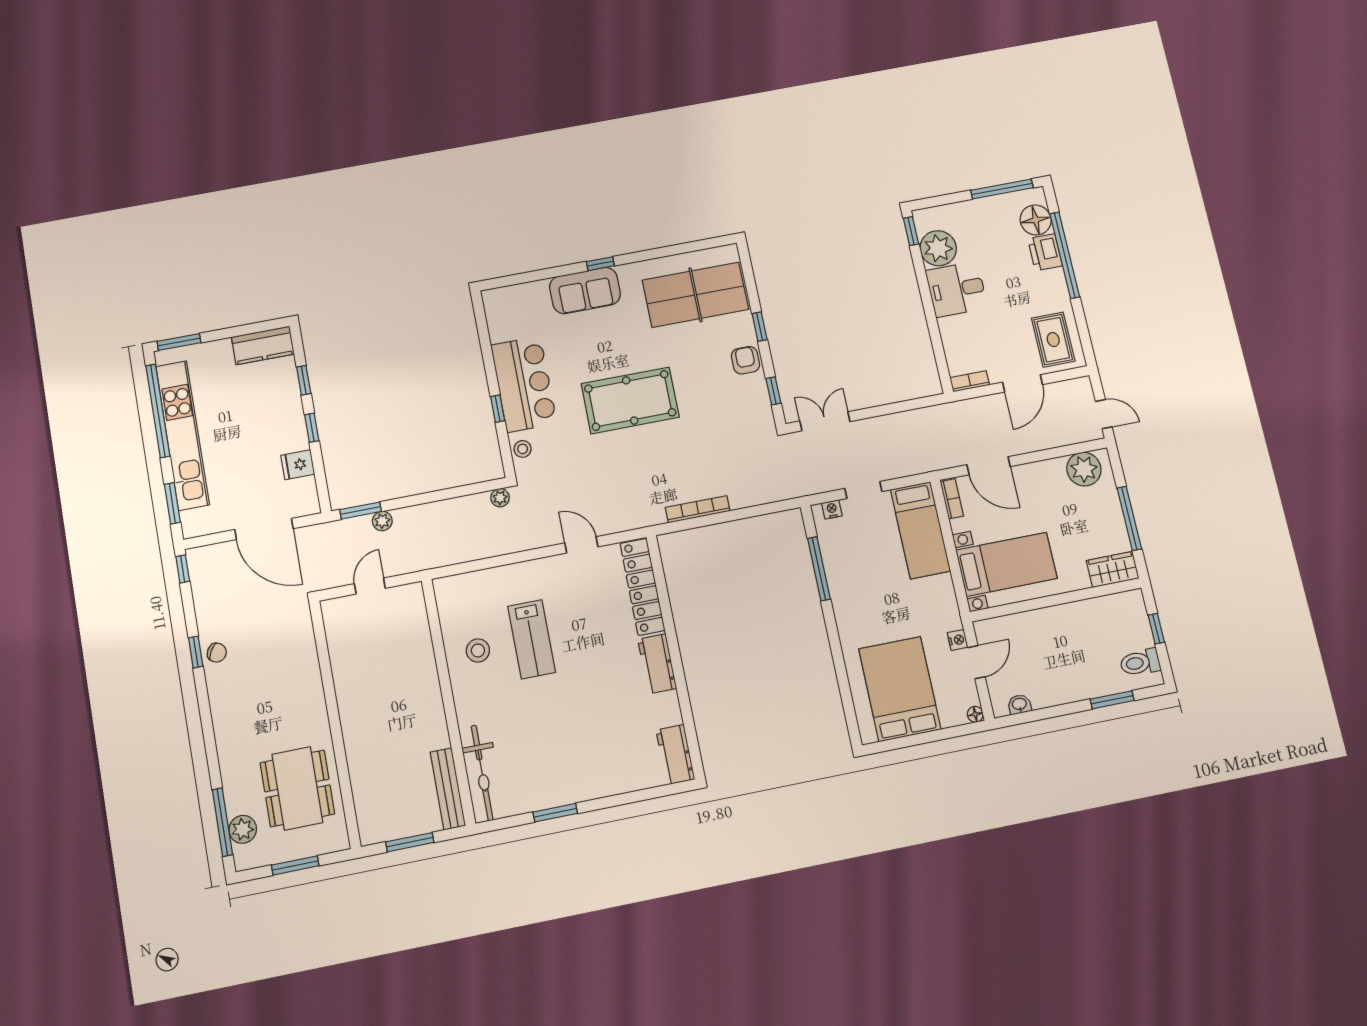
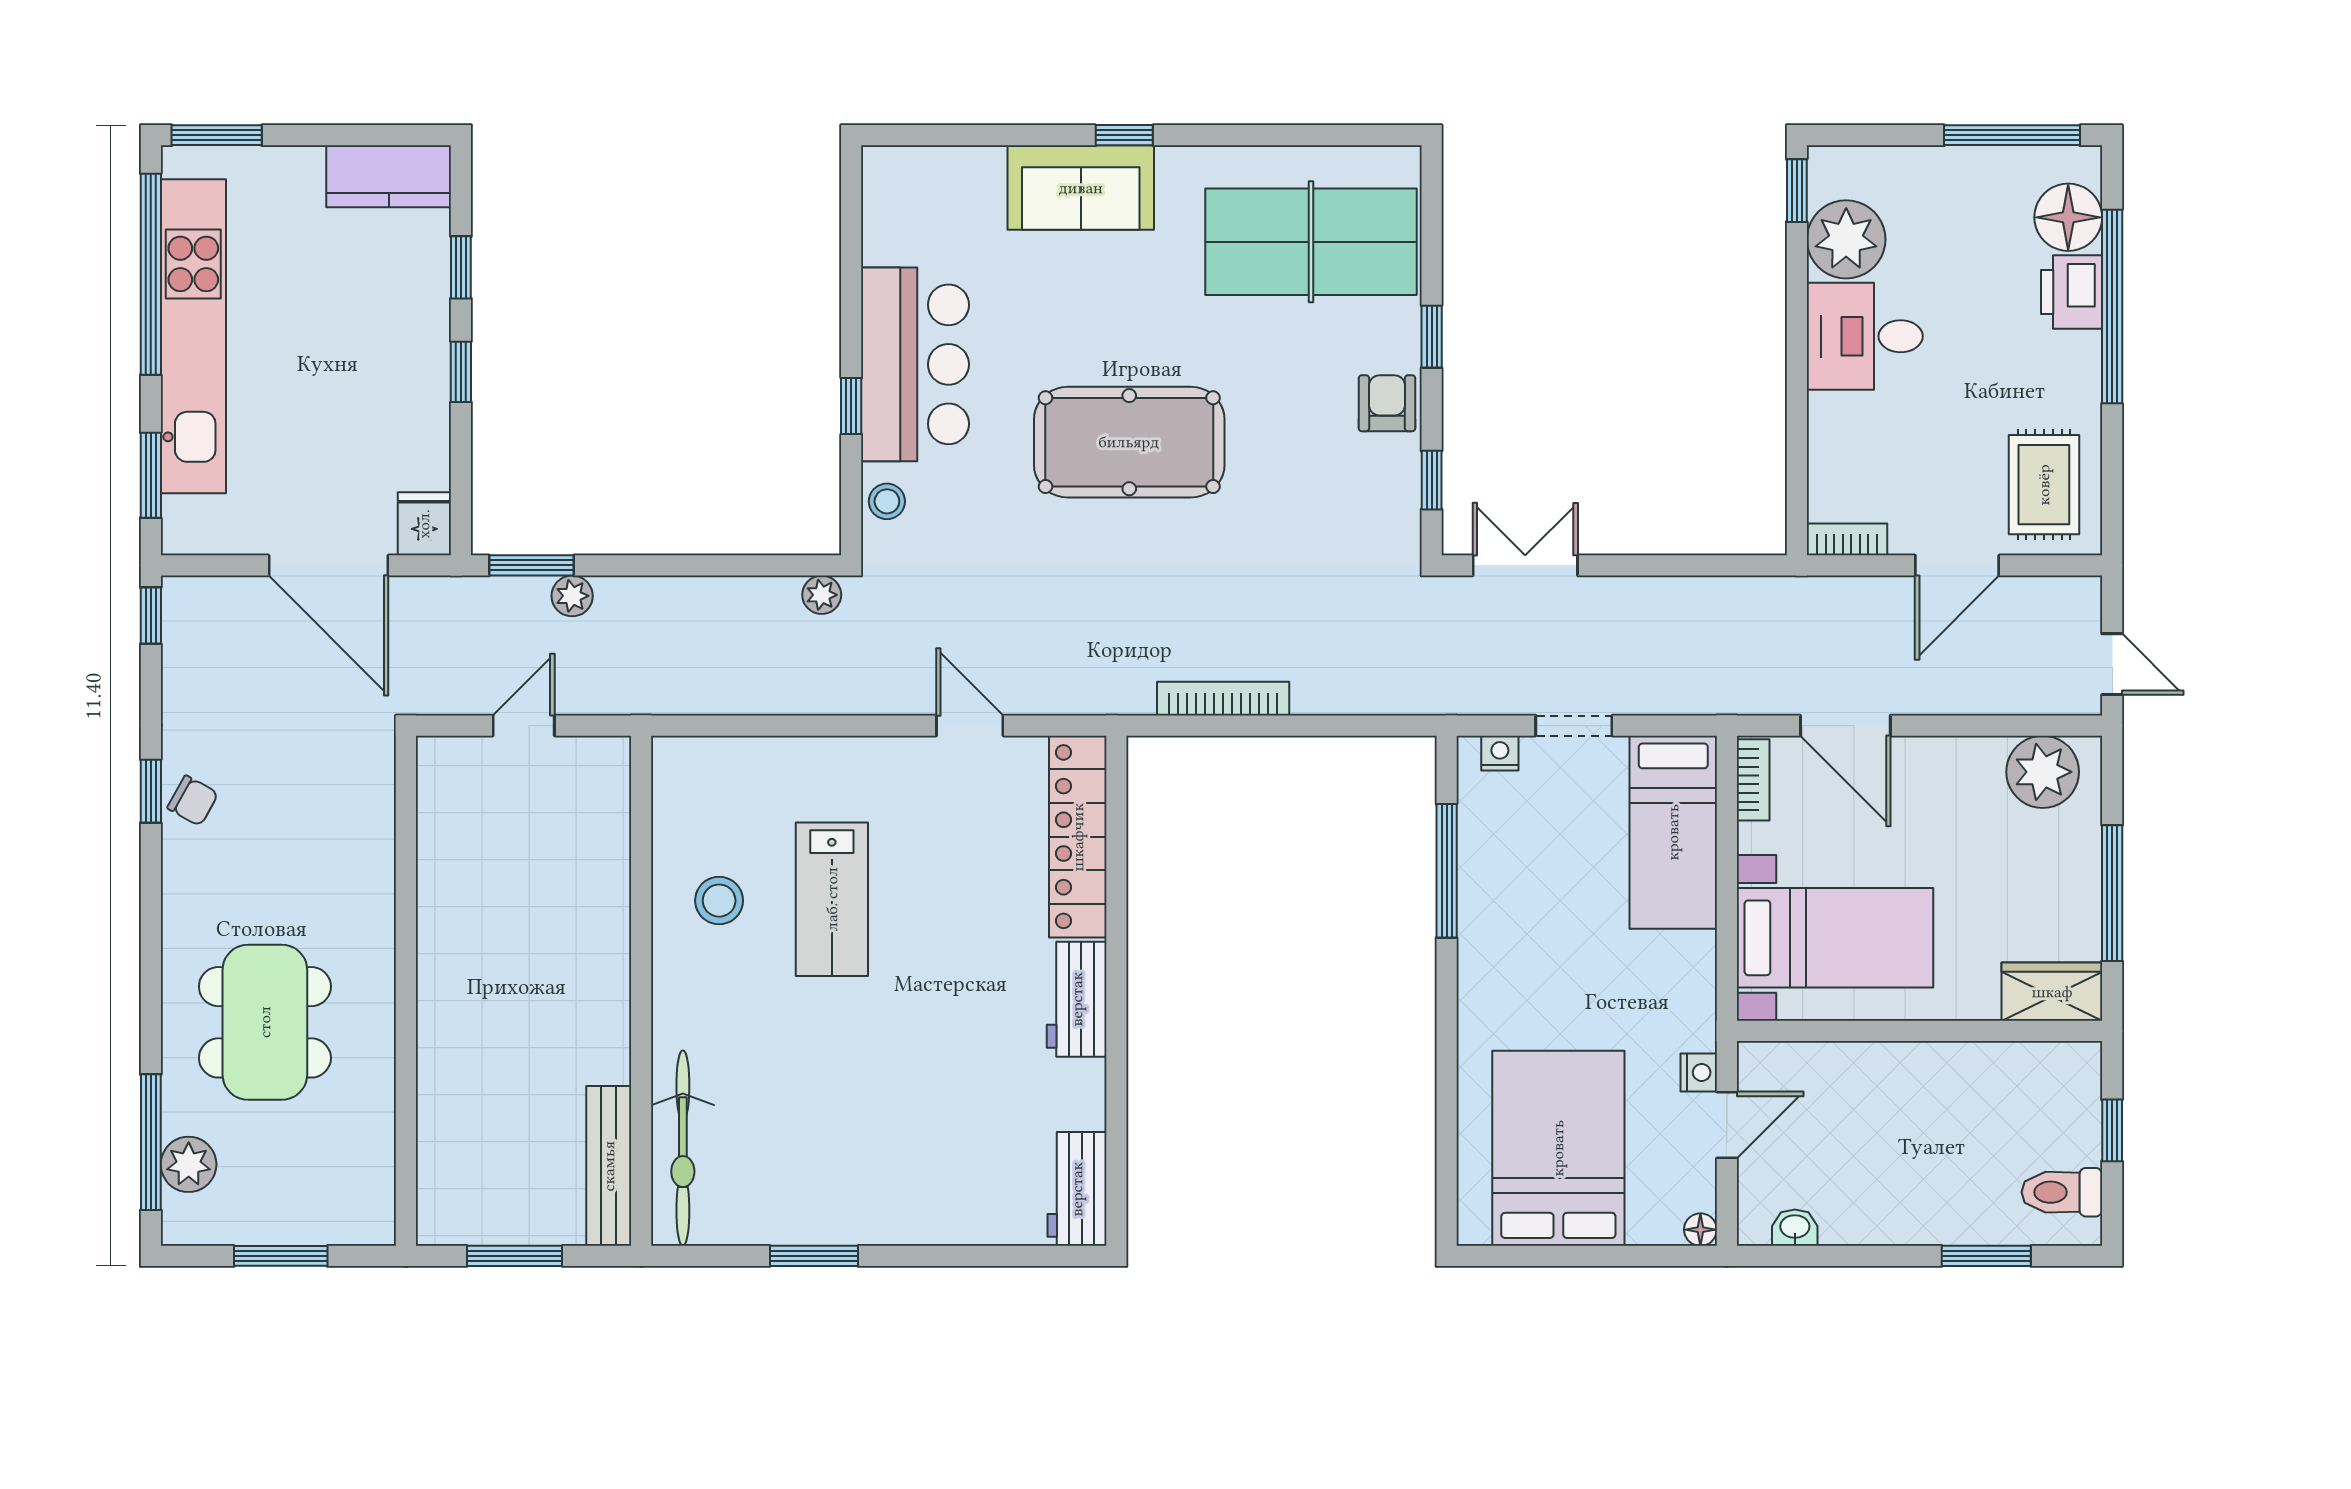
fridge: (298, 465) -> (424, 524), moved, turned 90
dining table: (297, 788) -> (265, 1022), moved

